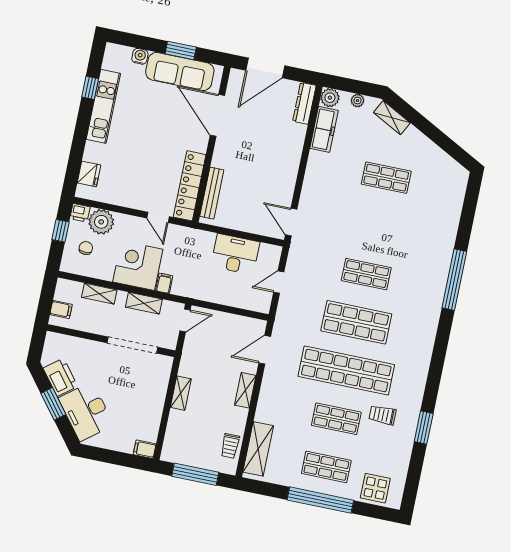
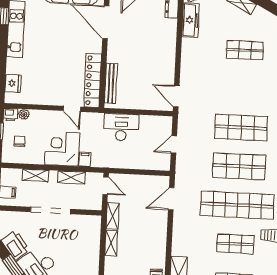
plant: (101, 222) -> (24, 114), width x0.53, depth x0.53
desk: (235, 254) -> (121, 127), moved
shop shelf: (366, 274) -> (241, 128), width x1.43, depth x1.36
door: (185, 320) -> (106, 186), hinge flipped
doorway: (132, 345) -> (51, 210), moved
shelving: (245, 390) -> (113, 216), moved

